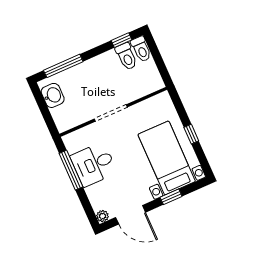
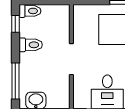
toilet: (126, 56) -> (31, 45), moved

